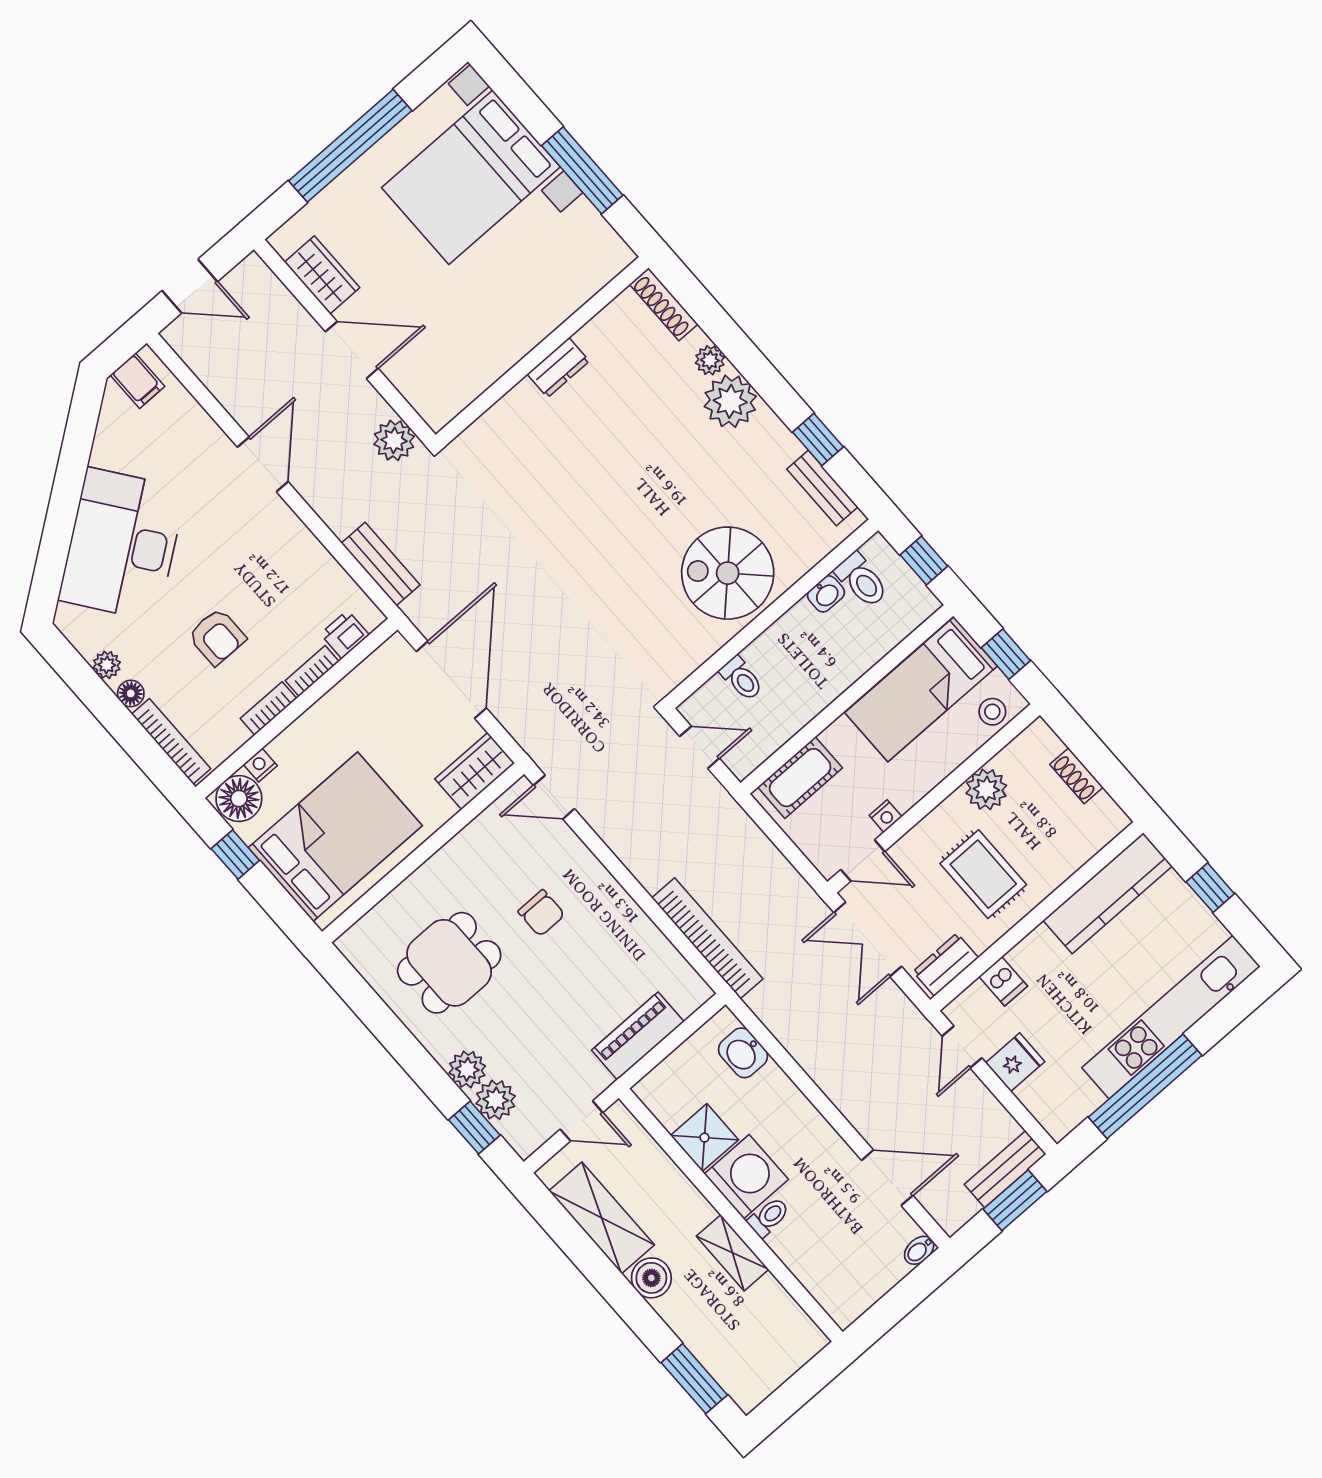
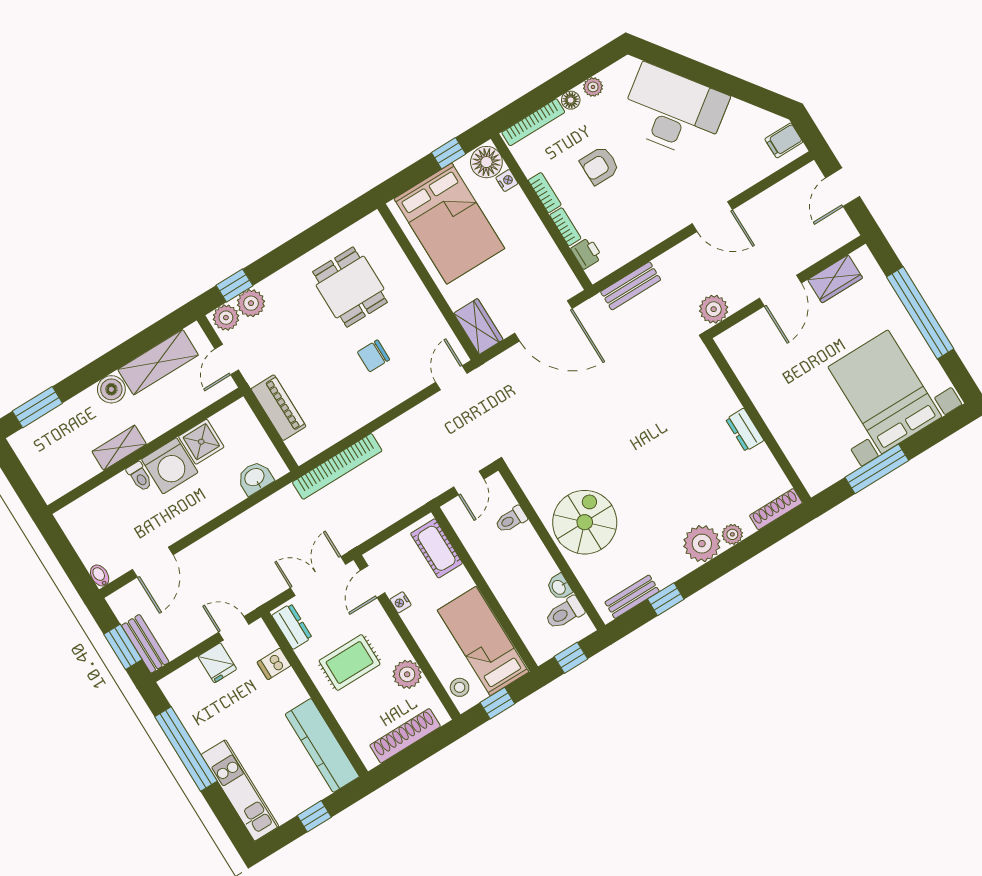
shoe rack: (1077, 776) -> (405, 736), width x1.94, depth x1.24
kitchen unit: (1171, 1017) -> (240, 790), width x0.73
plant: (467, 1069) -> (226, 318), moved

